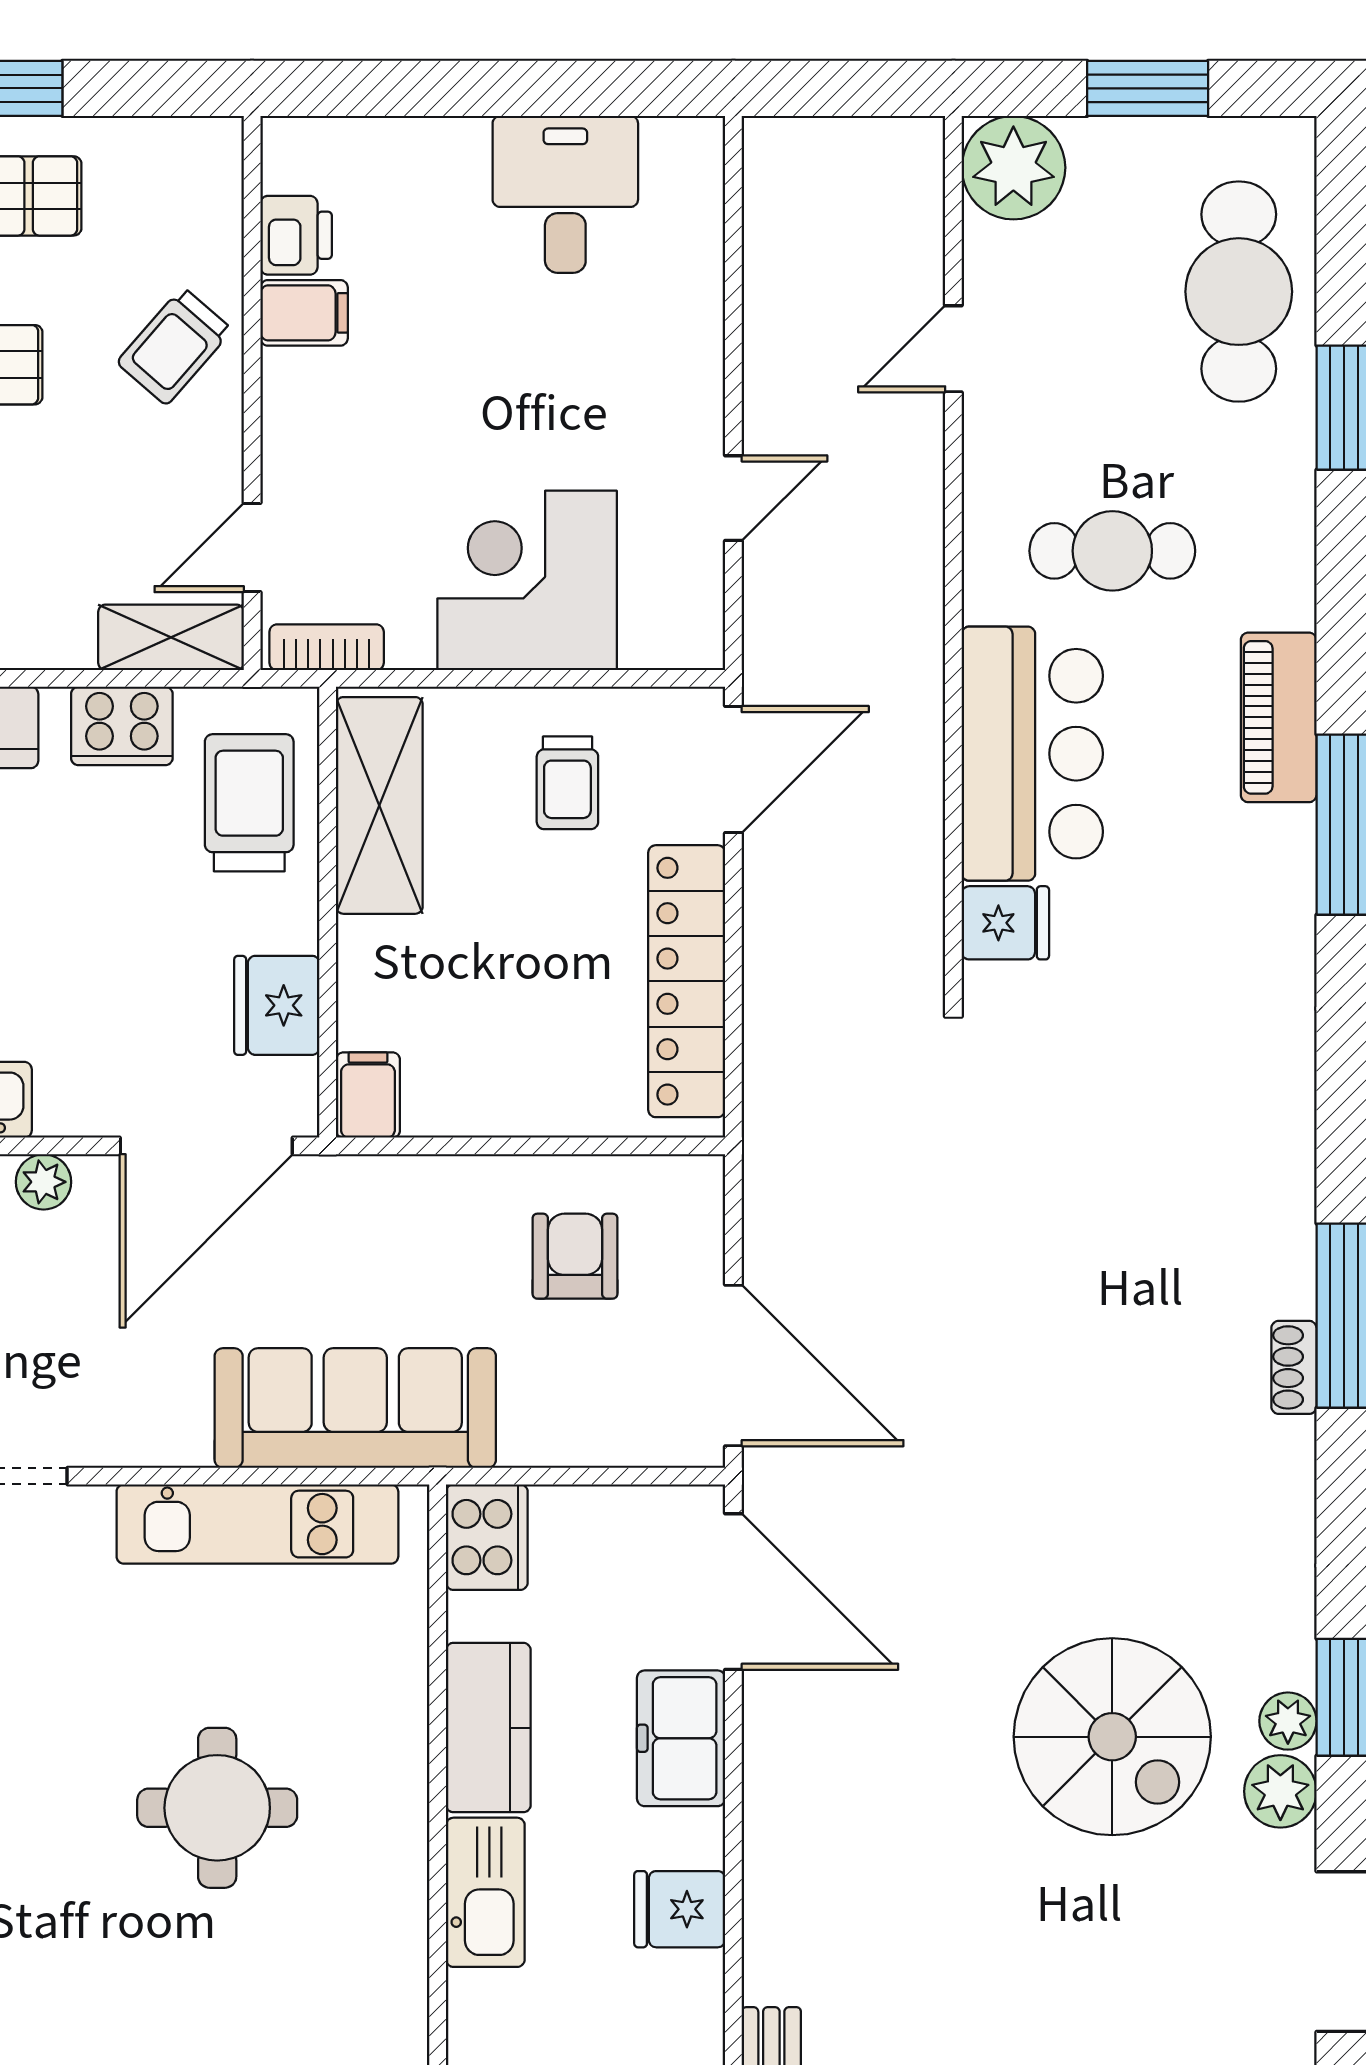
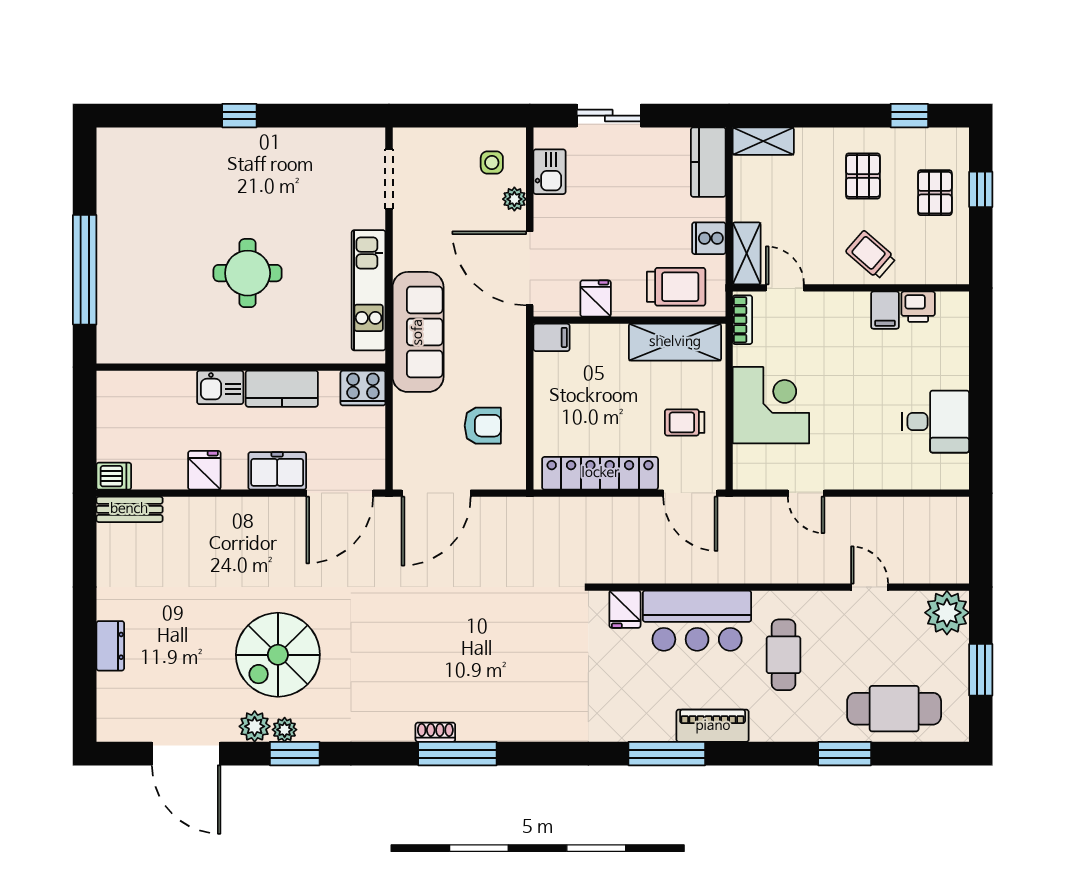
cooker: (122, 726) -> (709, 238), width x0.73
fridge: (277, 1005) -> (596, 299), width x0.72
kitchen sink: (485, 1892) -> (220, 387), width x0.73

